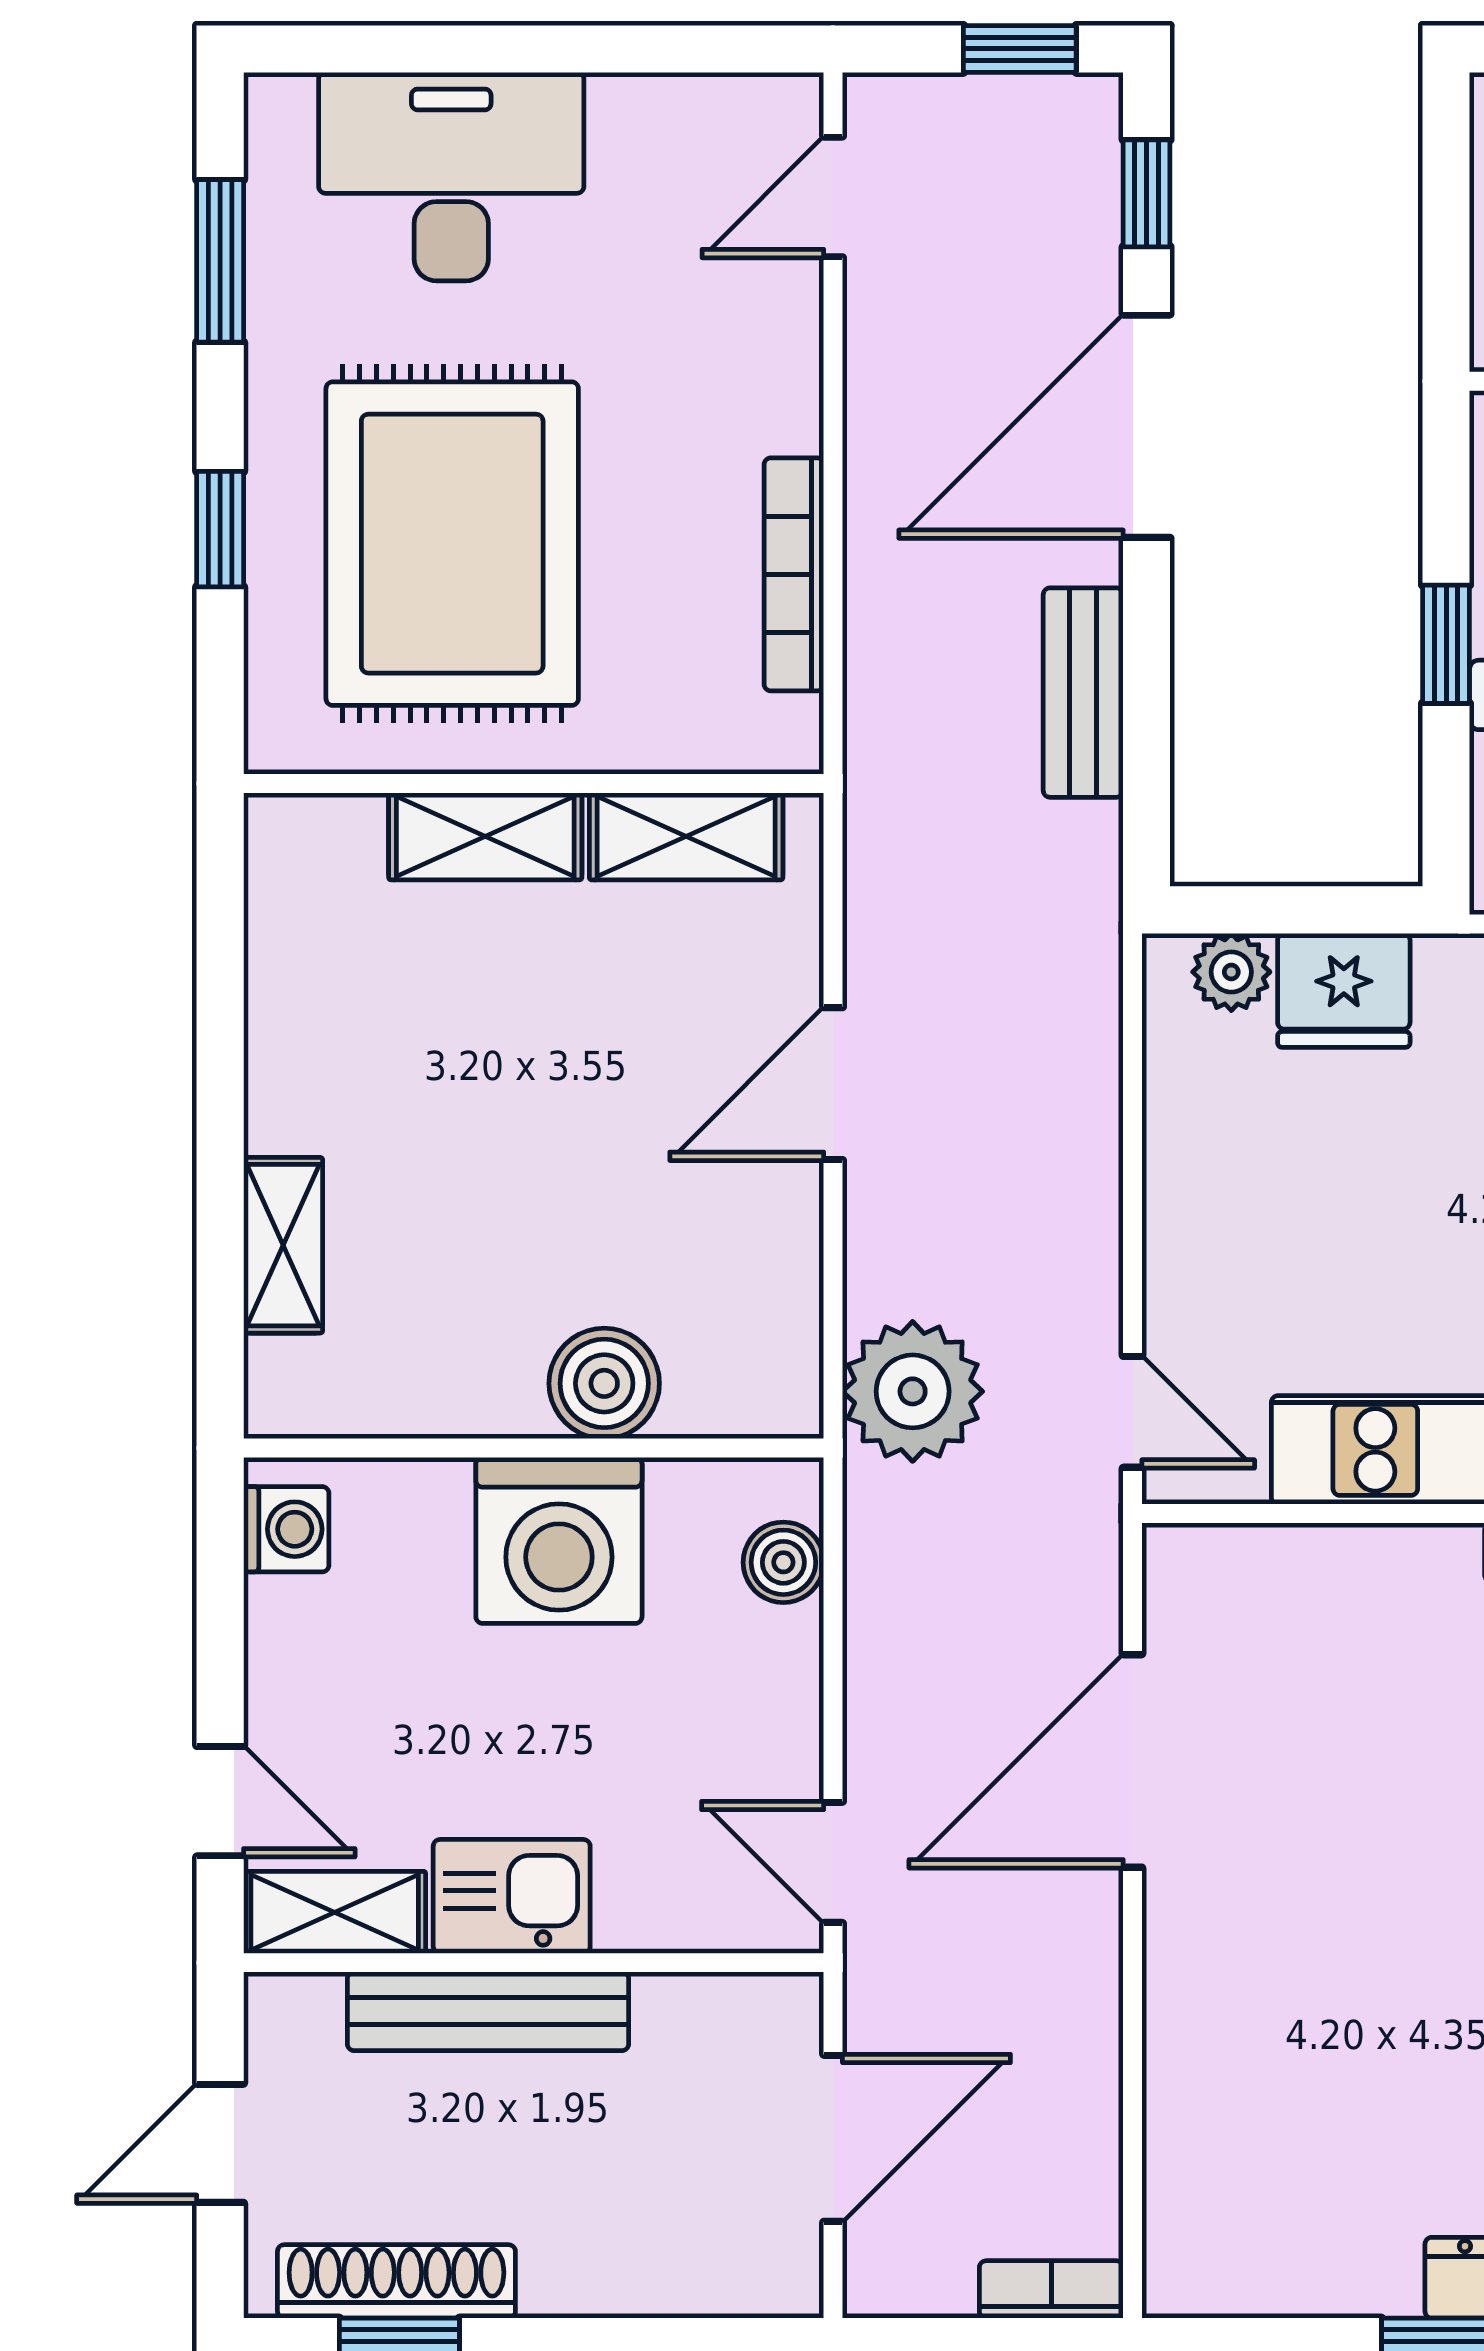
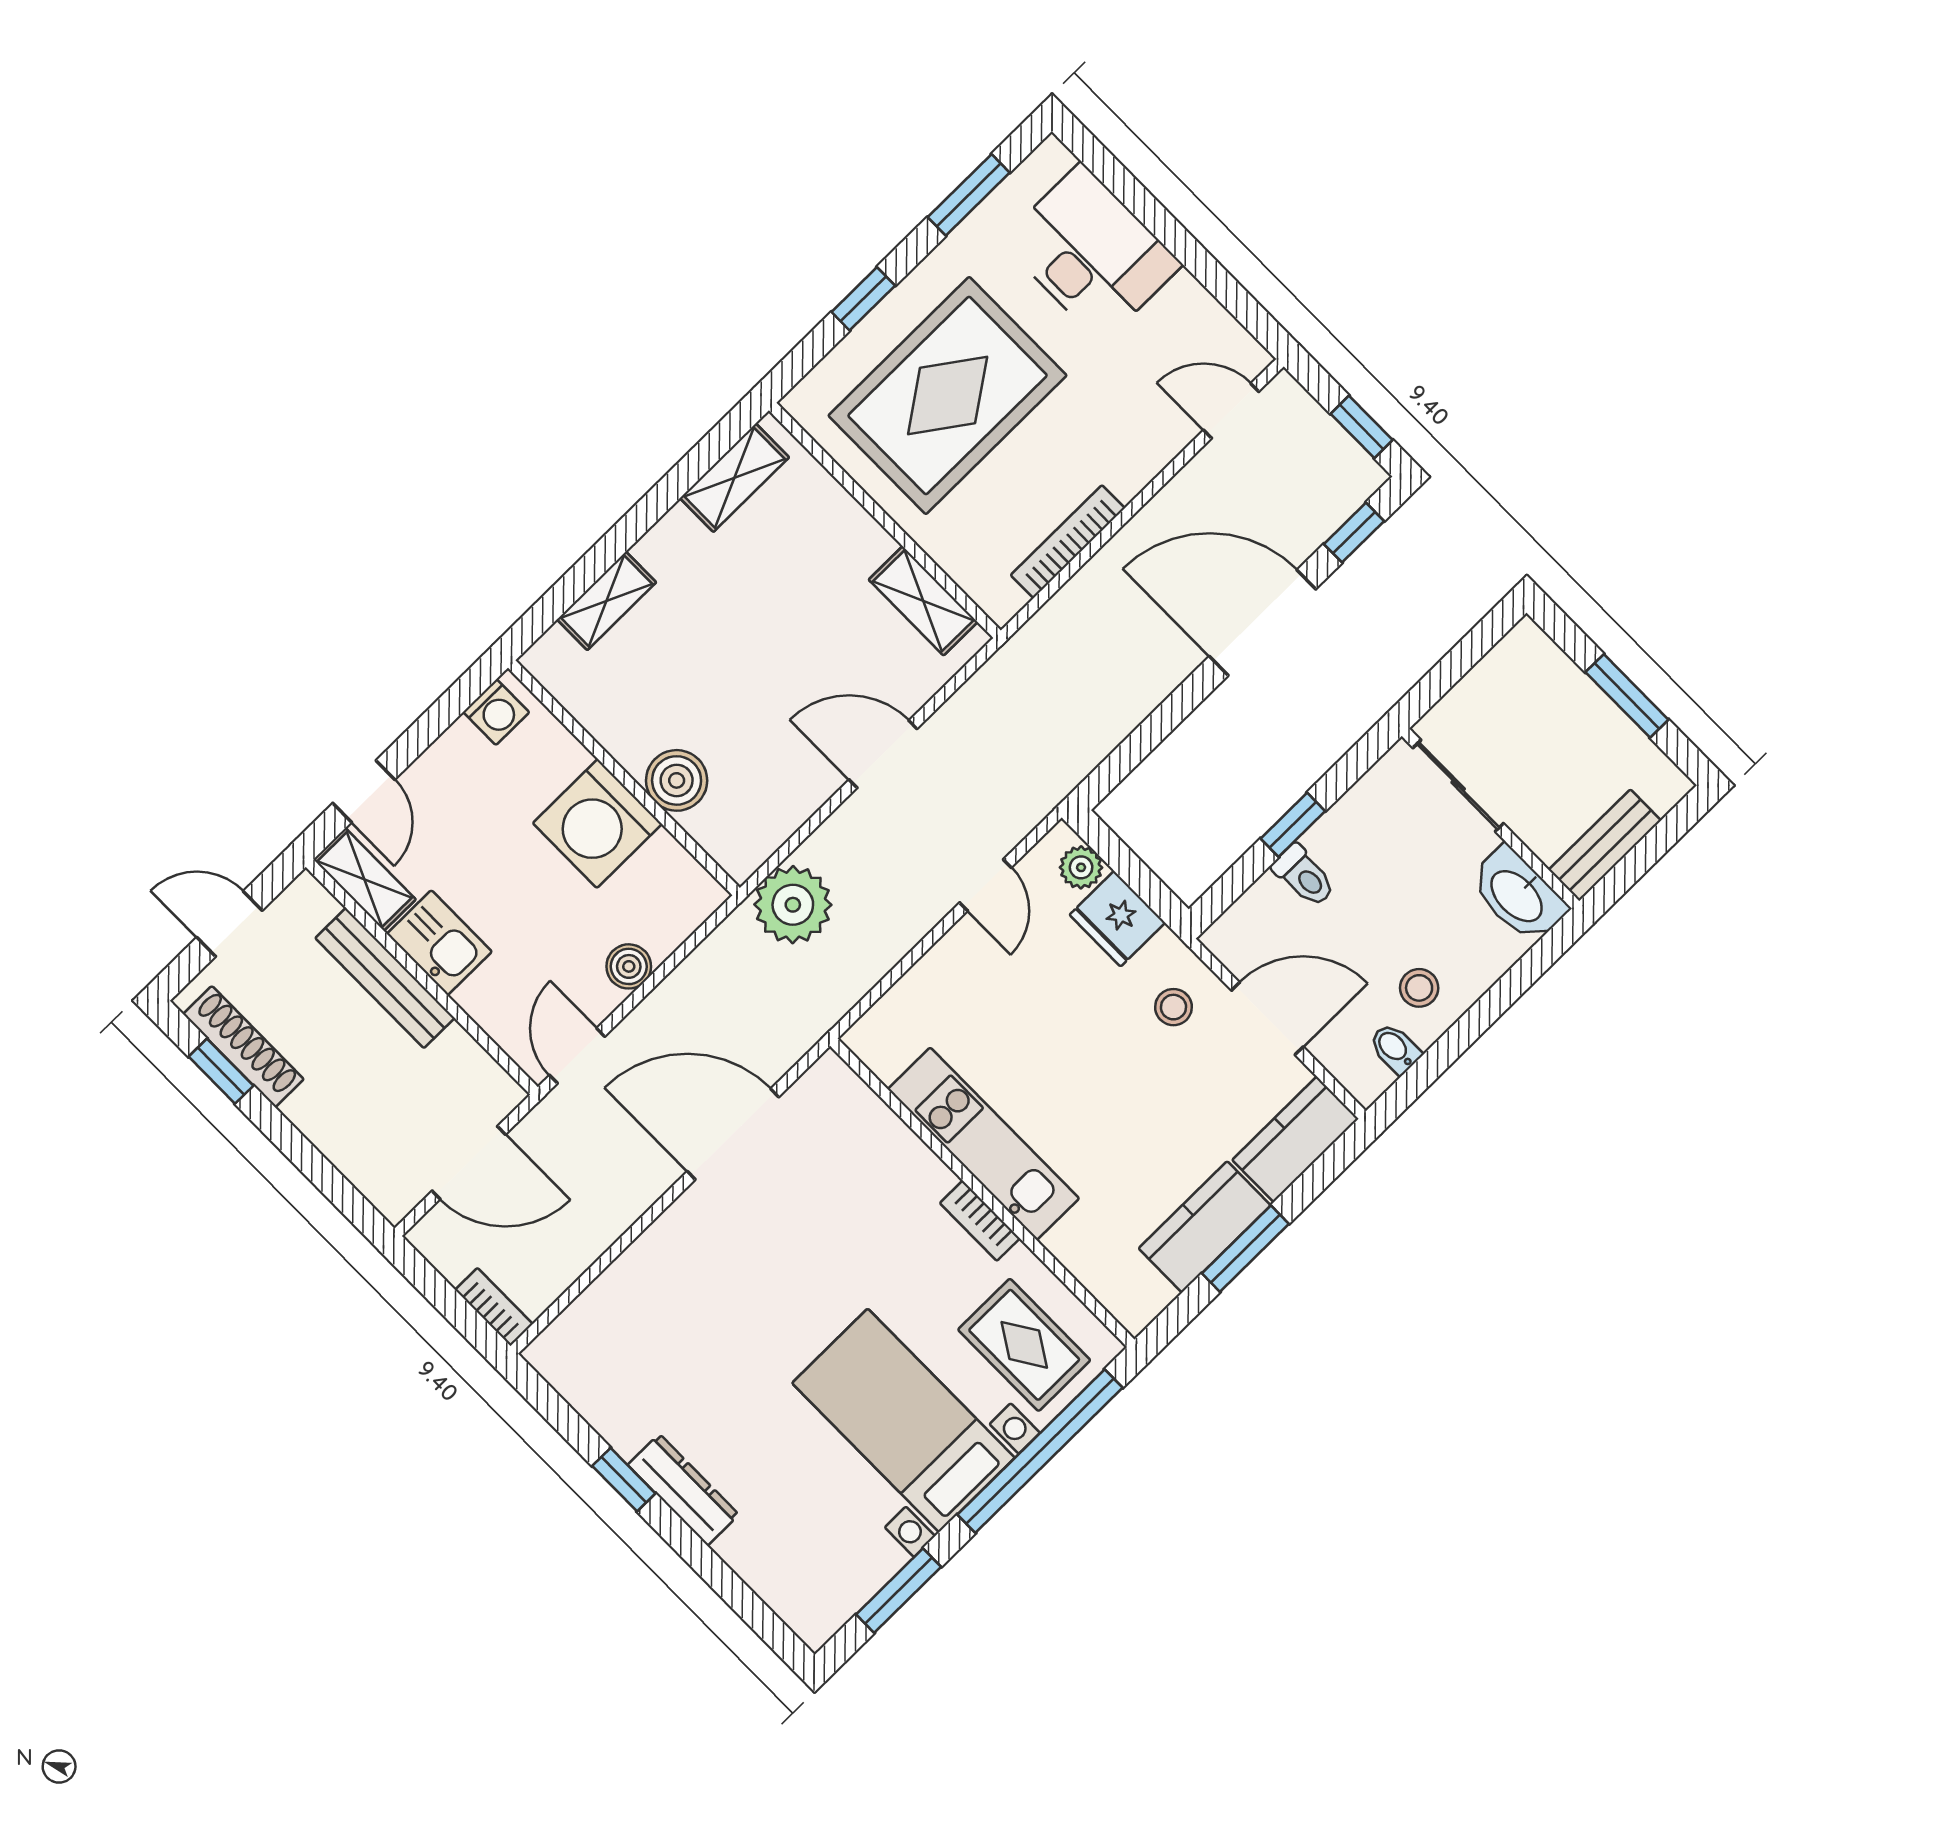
bench: (1083, 693) -> (1133, 701), removed
shelving: (485, 836) -> (734, 478), moved, turned 90
door: (1133, 1412) -> (985, 885), moved
boiler: (783, 1562) -> (629, 966), moved

